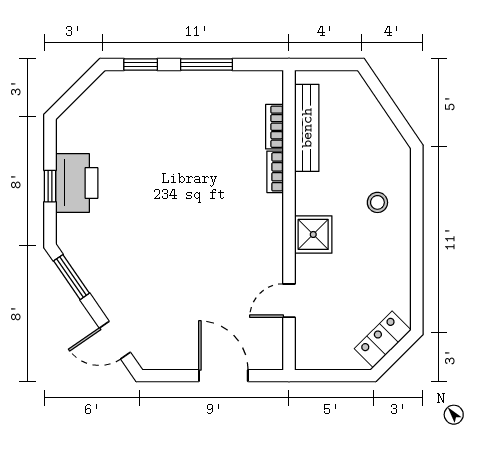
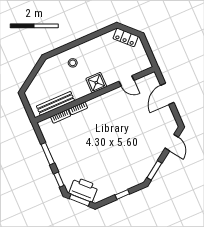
window: (77, 90) -> (80, 200), added
printer: (77, 183) -> (84, 189), moved, turned 45

